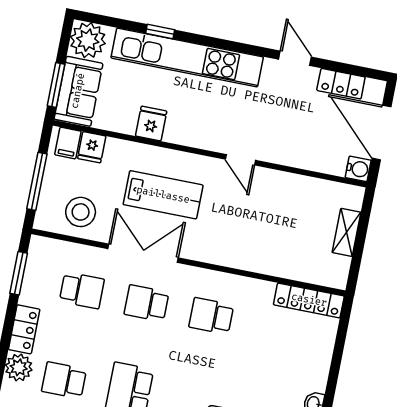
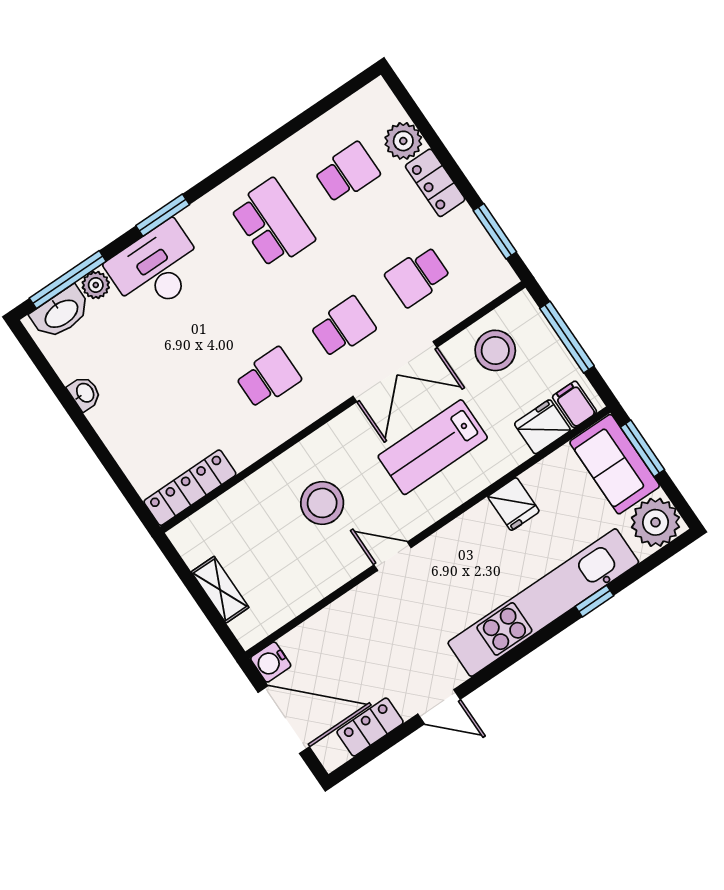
fridge: (92, 147) -> (542, 427), width x1.38
stool: (249, 224) -> (322, 503), added

